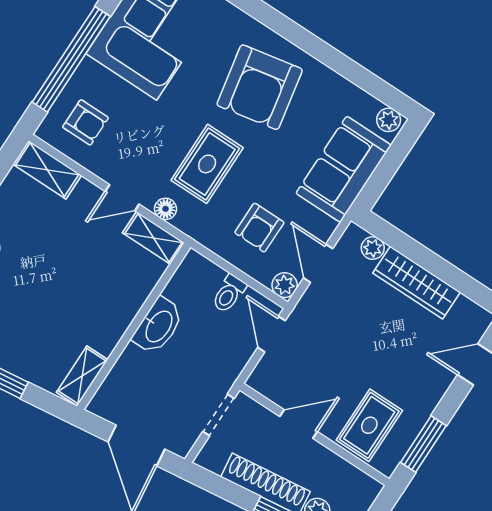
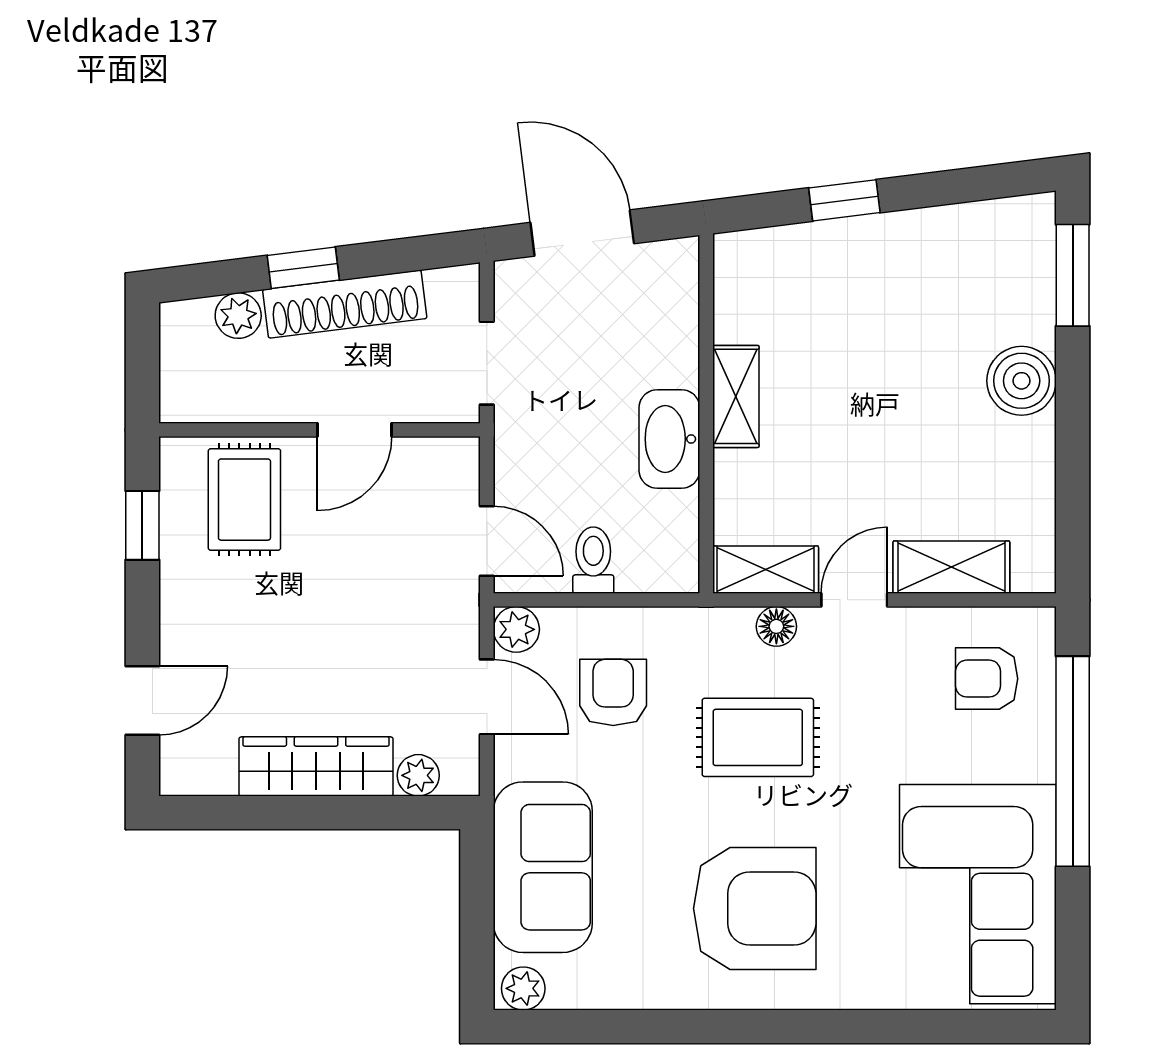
armchair: (260, 87) -> (755, 908), turned 101
rug: (207, 164) -> (758, 737), turned 90
shelving: (47, 170) -> (951, 567), moved
shelving: (82, 376) -> (736, 396), moved
window: (423, 444) -> (142, 525), width x0.67

